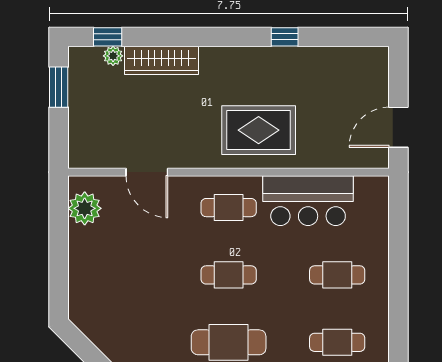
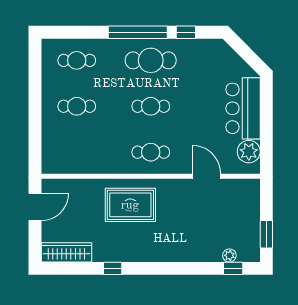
wardrobe: (162, 60) -> (66, 252), moved
bar counter: (308, 201) -> (243, 108), moved, turned -90

